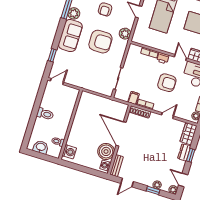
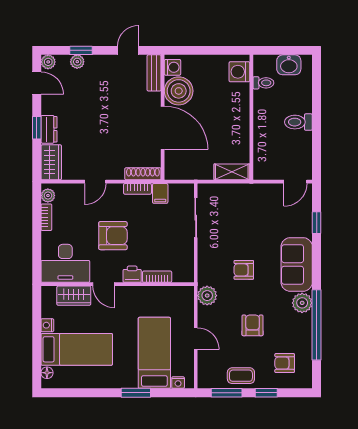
armchair: (100, 42) -> (244, 270), width x0.53, depth x0.53
armchair: (167, 83) -> (113, 236), turned 180
shelving: (90, 98) -> (232, 172), added

